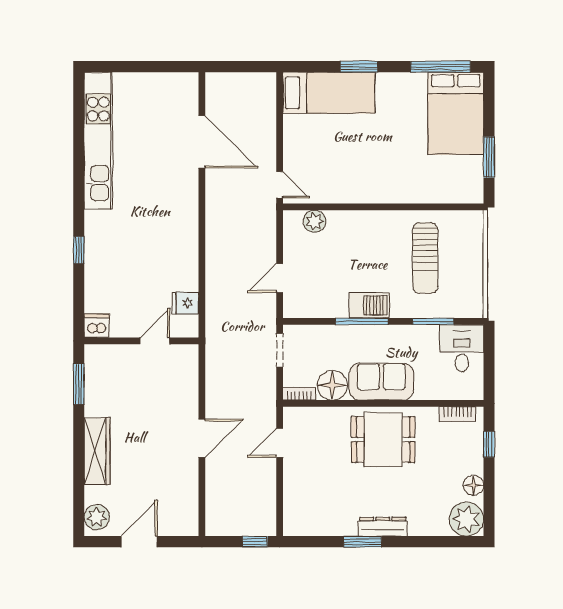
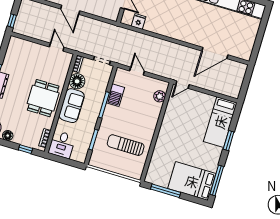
window: (489, 157) -> (166, 191), width x1.44
barbecue: (369, 305) -> (115, 95), moved
desk: (462, 348) -> (62, 145), moved, turned 90

